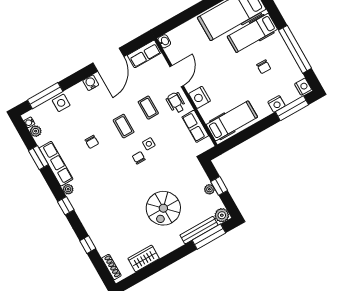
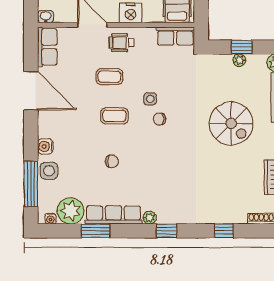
water cooler: (91, 83) -> (45, 146), moved
row of seats: (195, 126) -> (175, 36), moved
plant: (36, 131) -> (71, 211), width x1.87, depth x1.87

